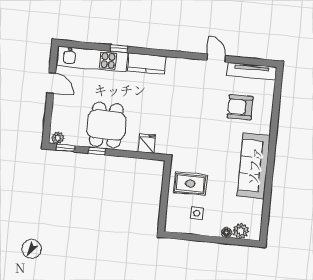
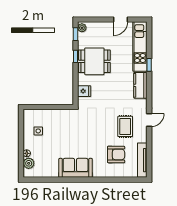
door: (216, 58) -> (149, 120), moved
armchair: (240, 107) -> (116, 154), turned 90
sofa: (254, 166) -> (76, 168), width x0.73
rug: (190, 184) -> (125, 126), moved

